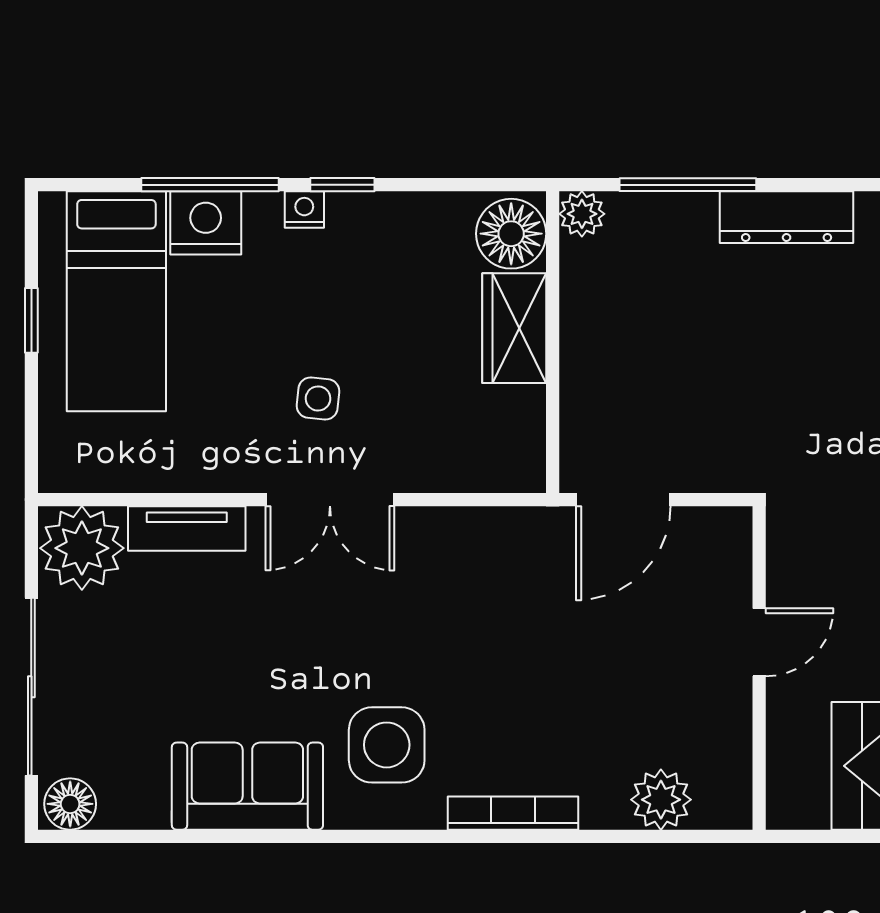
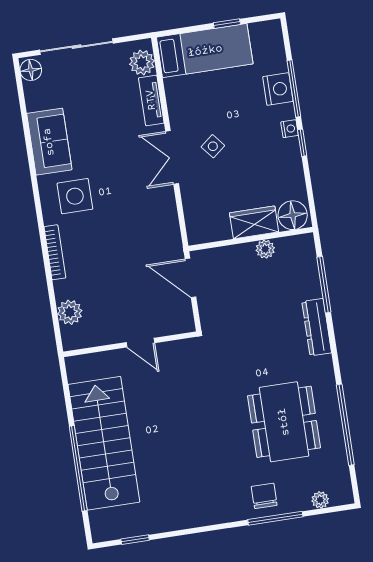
plant: (582, 214) -> (265, 249), moved
bed: (116, 301) -> (205, 51), moved, turned 180
side table: (318, 398) -> (213, 146), turned 45
plant: (82, 548) -> (142, 63), width x0.73, depth x0.73

